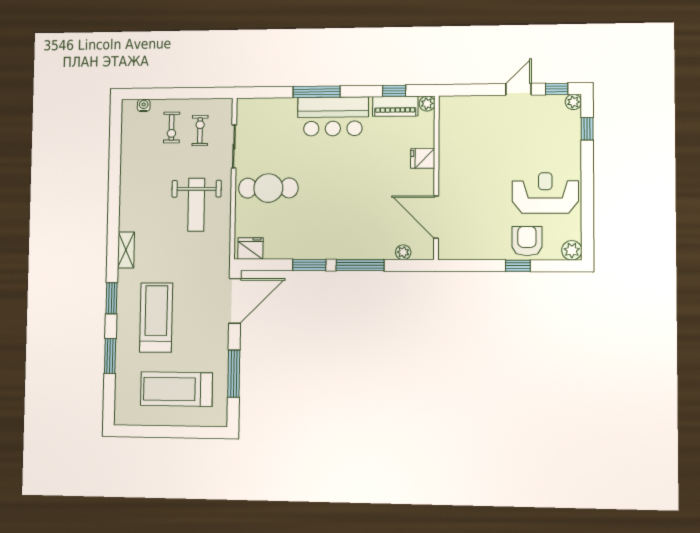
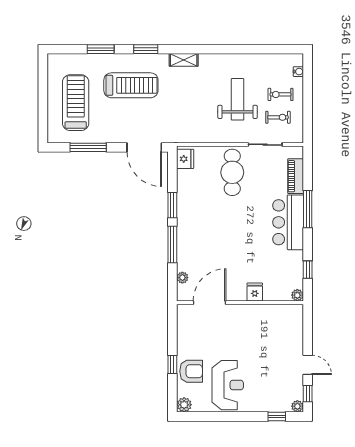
piano: (395, 106) -> (296, 176), moved
weight bench: (196, 205) -> (238, 99), moved, turned 90

